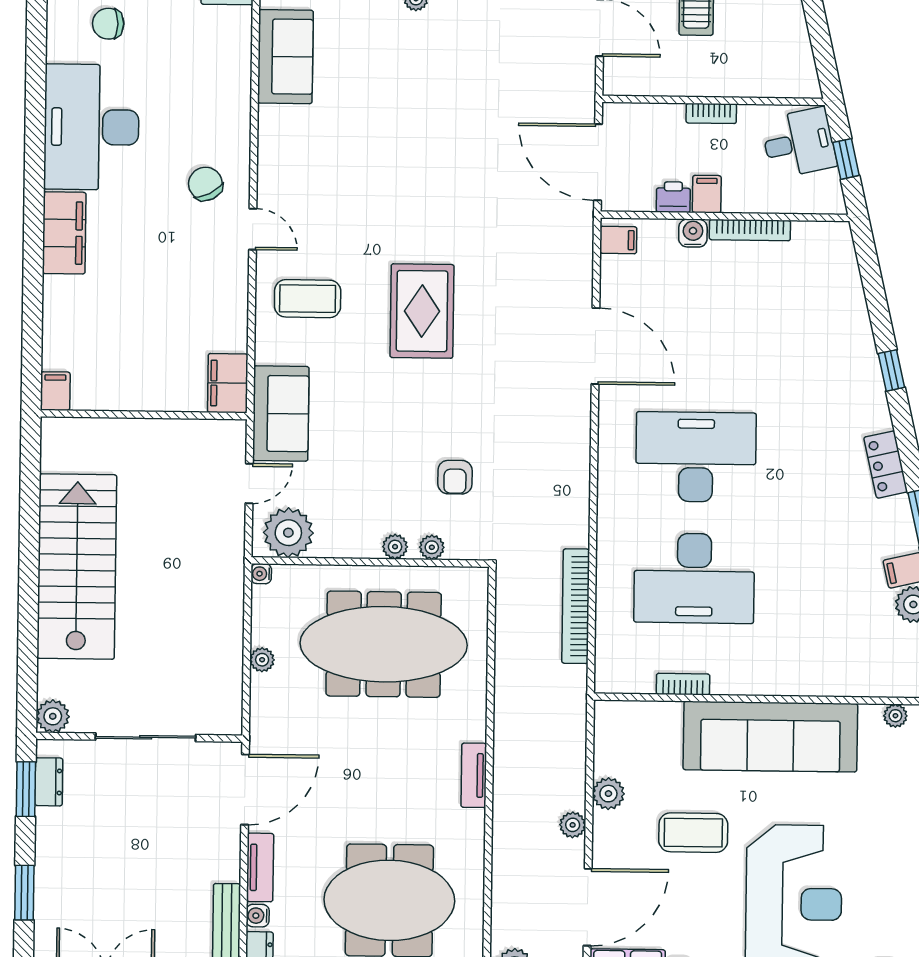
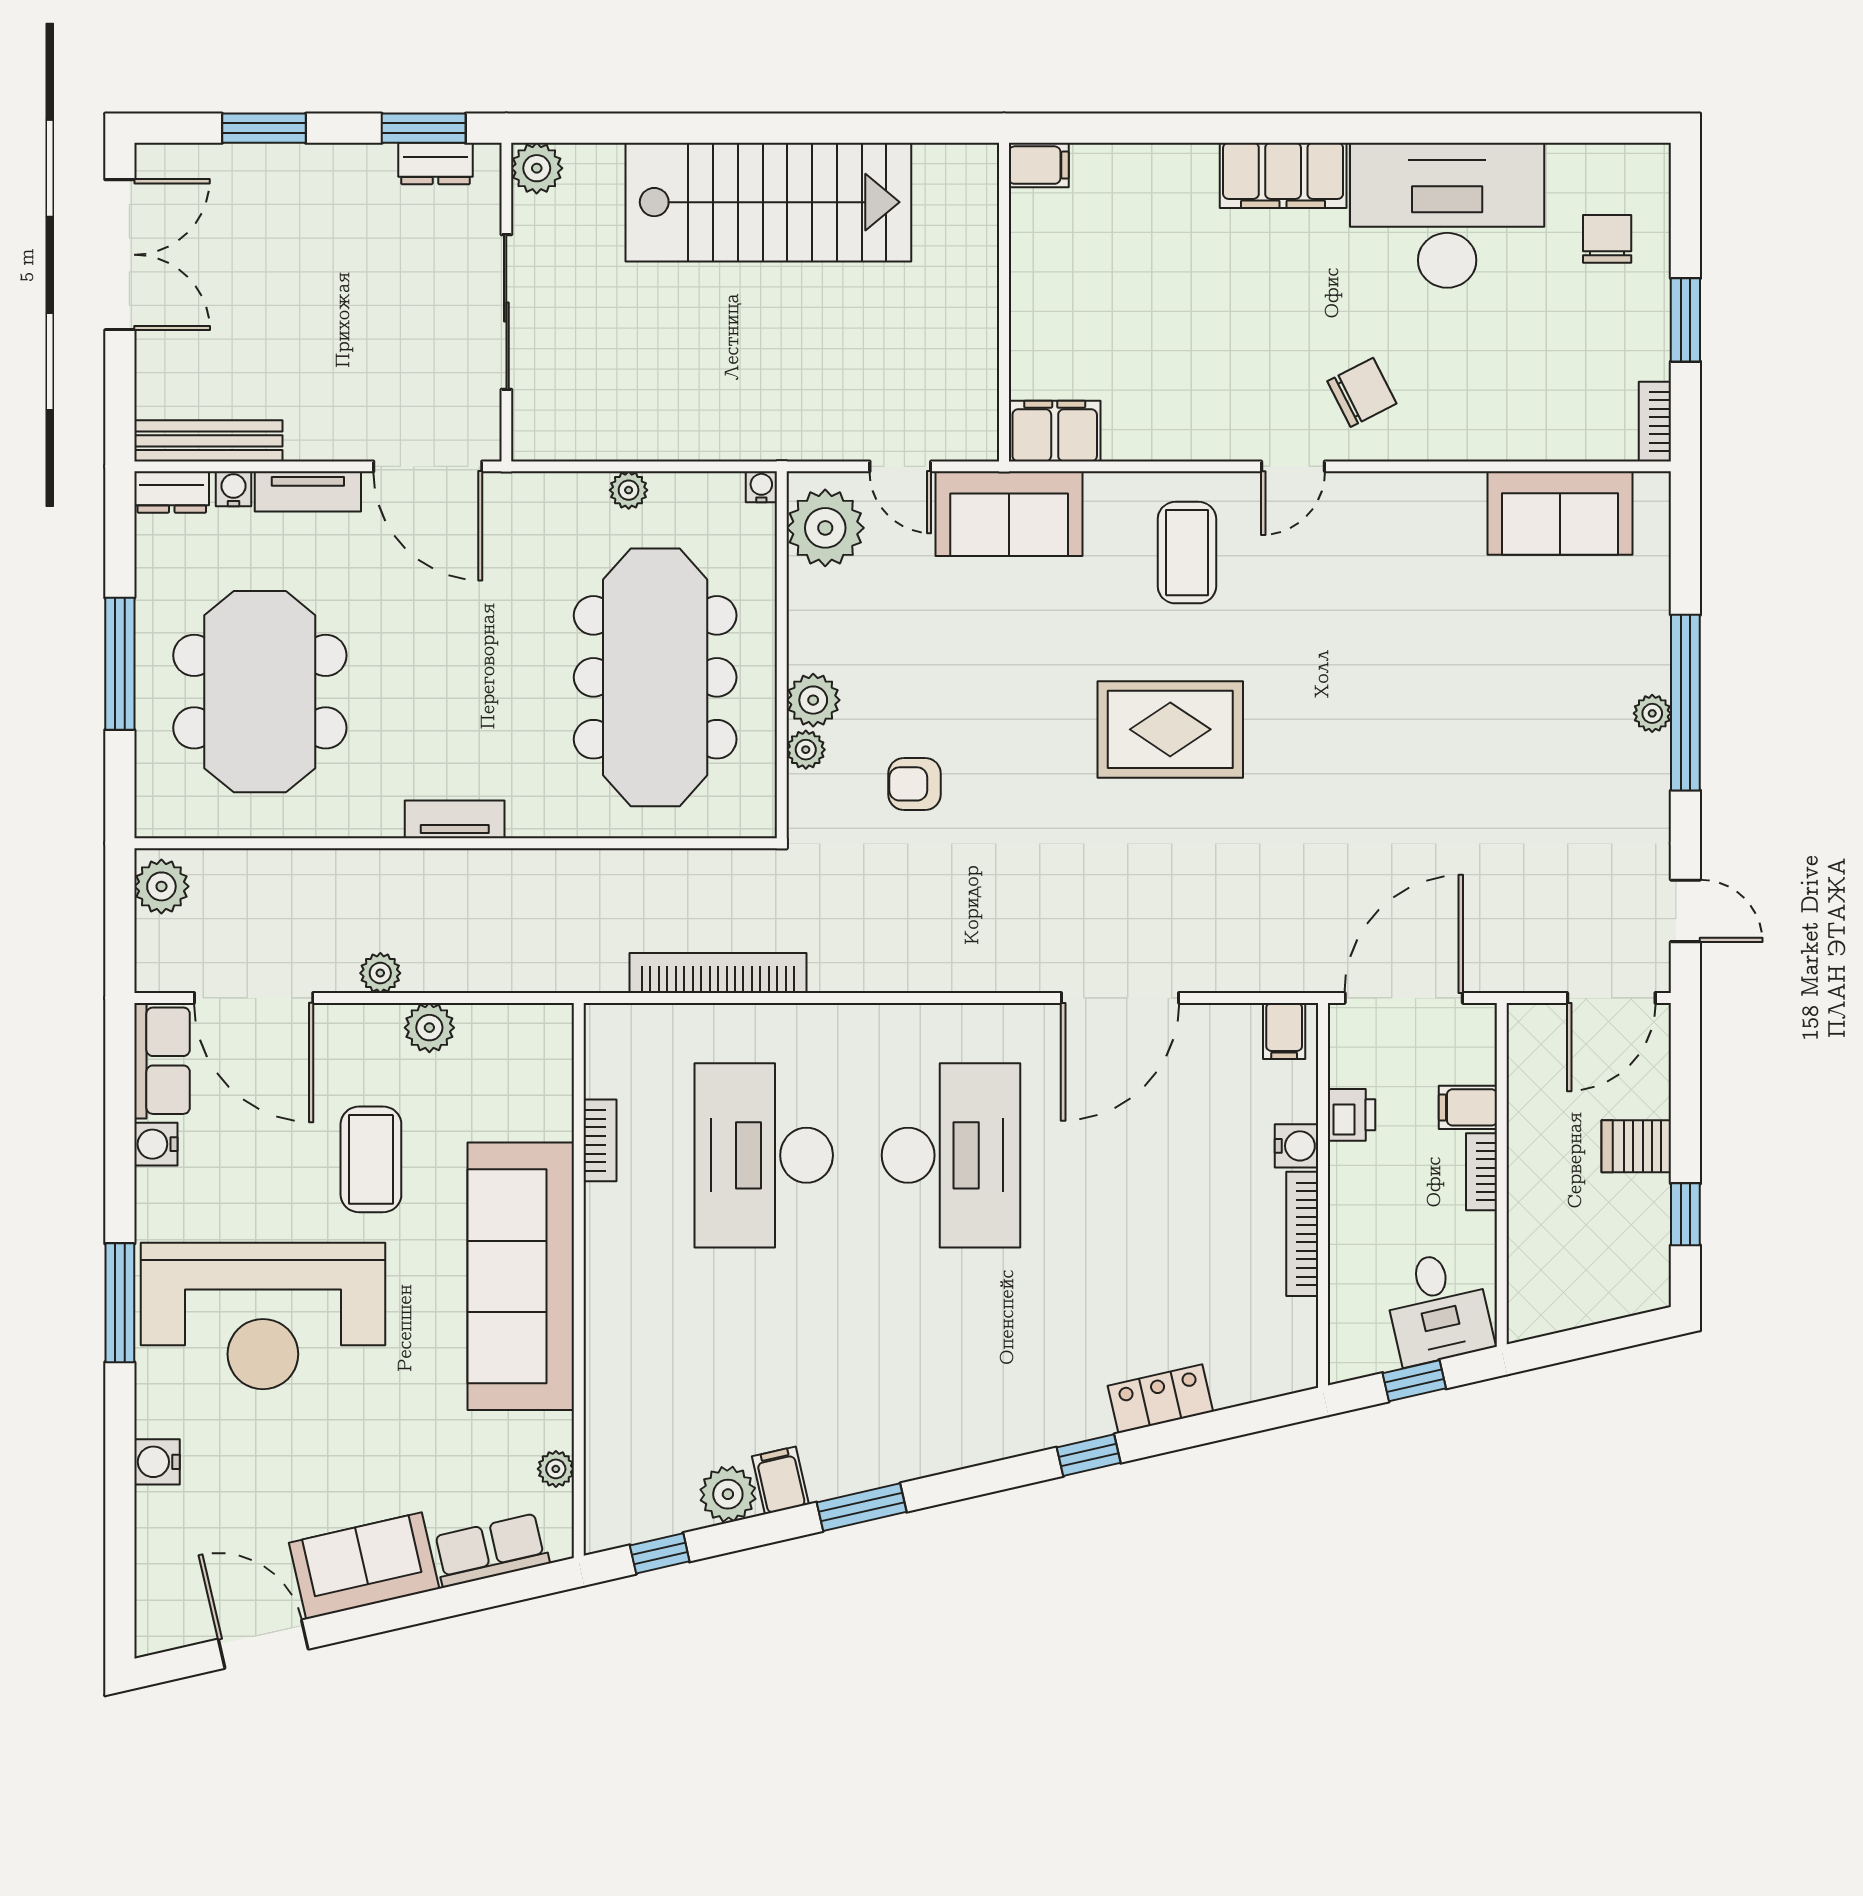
filing cabinet: (707, 194) -> (1468, 1107), moved, turned 180
locker: (886, 465) -> (1160, 1399), moved
plant: (395, 547) -> (813, 700), width x1.38, depth x1.38

